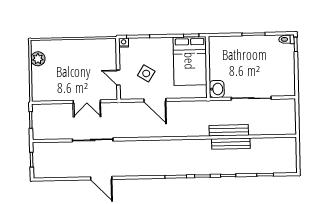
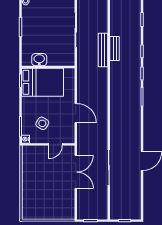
plant: (38, 59) -> (38, 213), removed
side table: (146, 73) -> (42, 123), moved
washbasin: (217, 89) -> (39, 60), moved
door: (155, 100) -> (76, 113), hinge flipped
double door: (87, 102) -> (76, 172), width x1.37
bench: (231, 144) -> (115, 48), width x0.73

